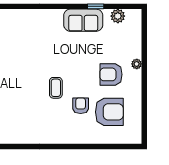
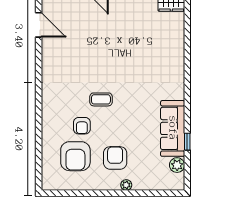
sofa: (83, 20) -> (173, 128), width x1.36
armchair: (81, 106) -> (82, 126), turned 90

